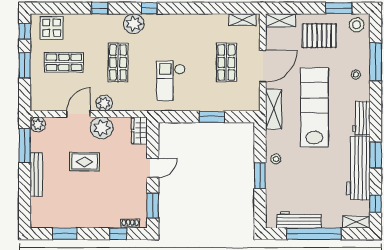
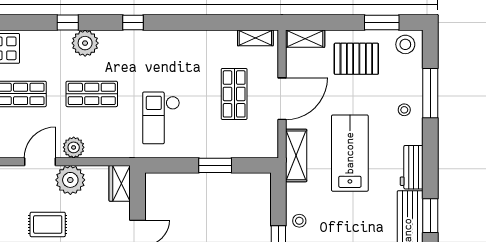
plant: (134, 24) -> (85, 43), moved
shop shelf: (118, 62) -> (92, 94), turned 90
lab bench: (314, 107) -> (350, 153), width x0.73

